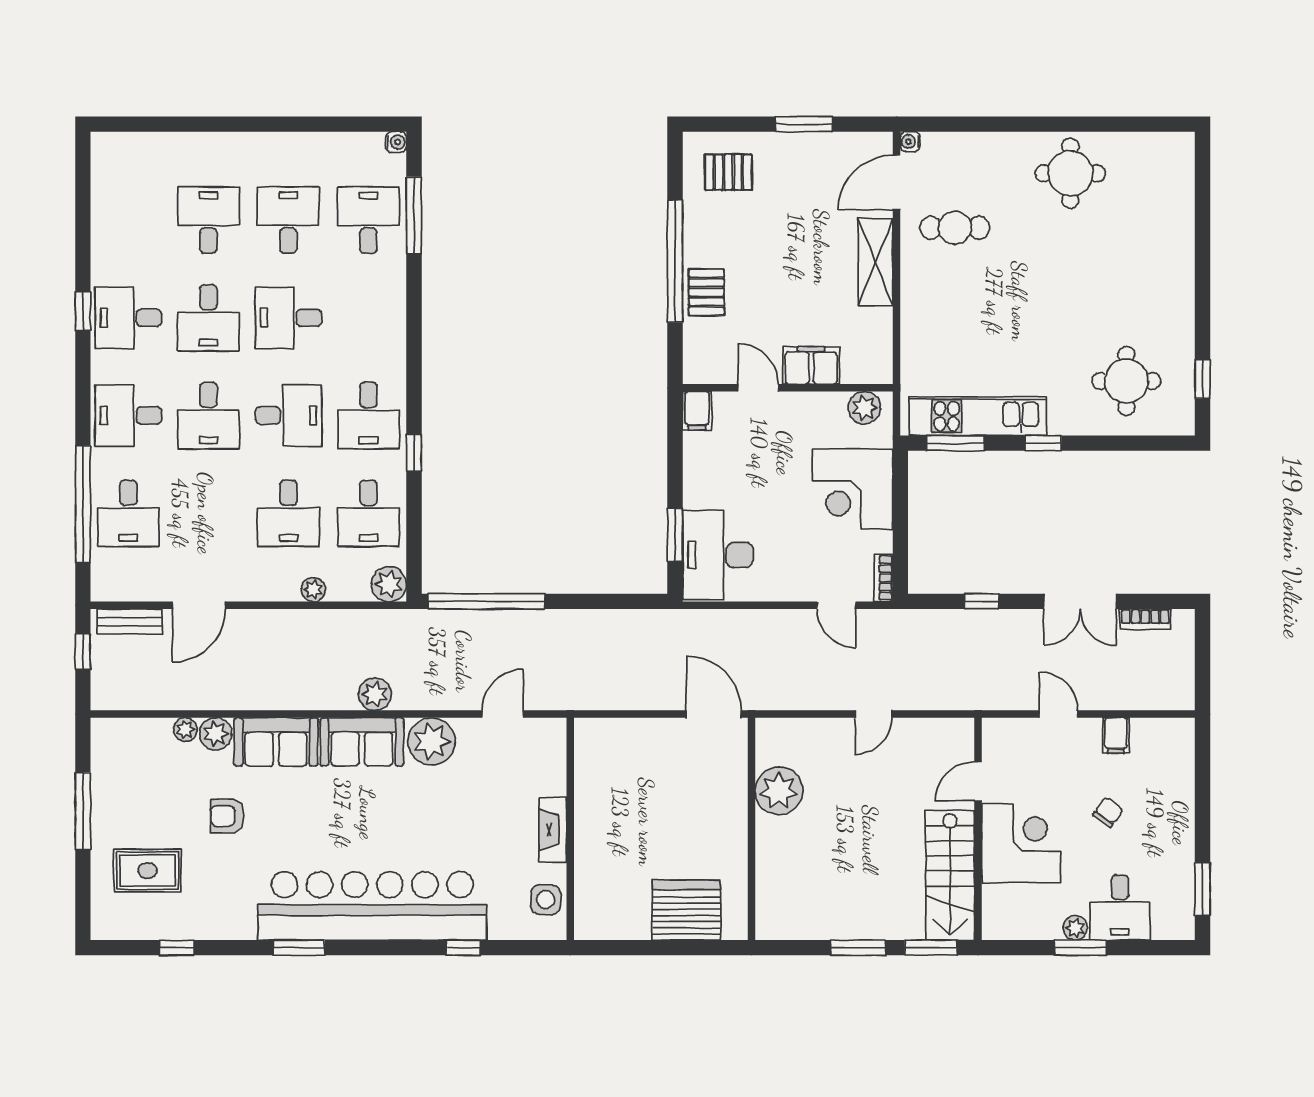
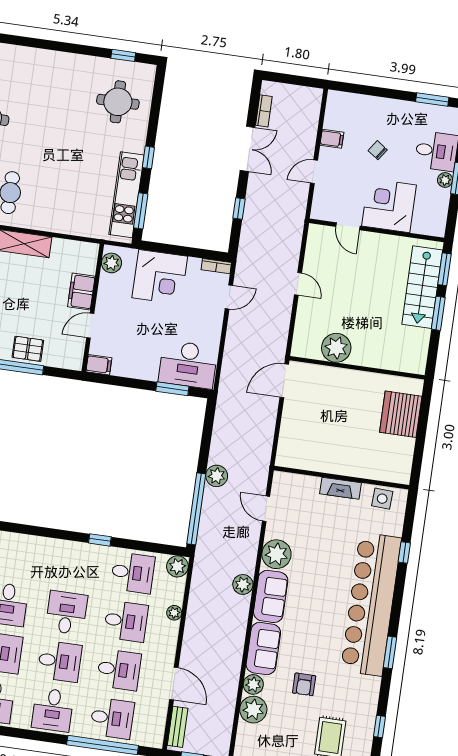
desk: (368, 416) -> (119, 670), moved
plant: (544, 627) -> (217, 476), added
plant: (185, 729) -> (253, 710), width x1.87, depth x1.87
stairs: (950, 875) -> (422, 287), moved, turned 90

